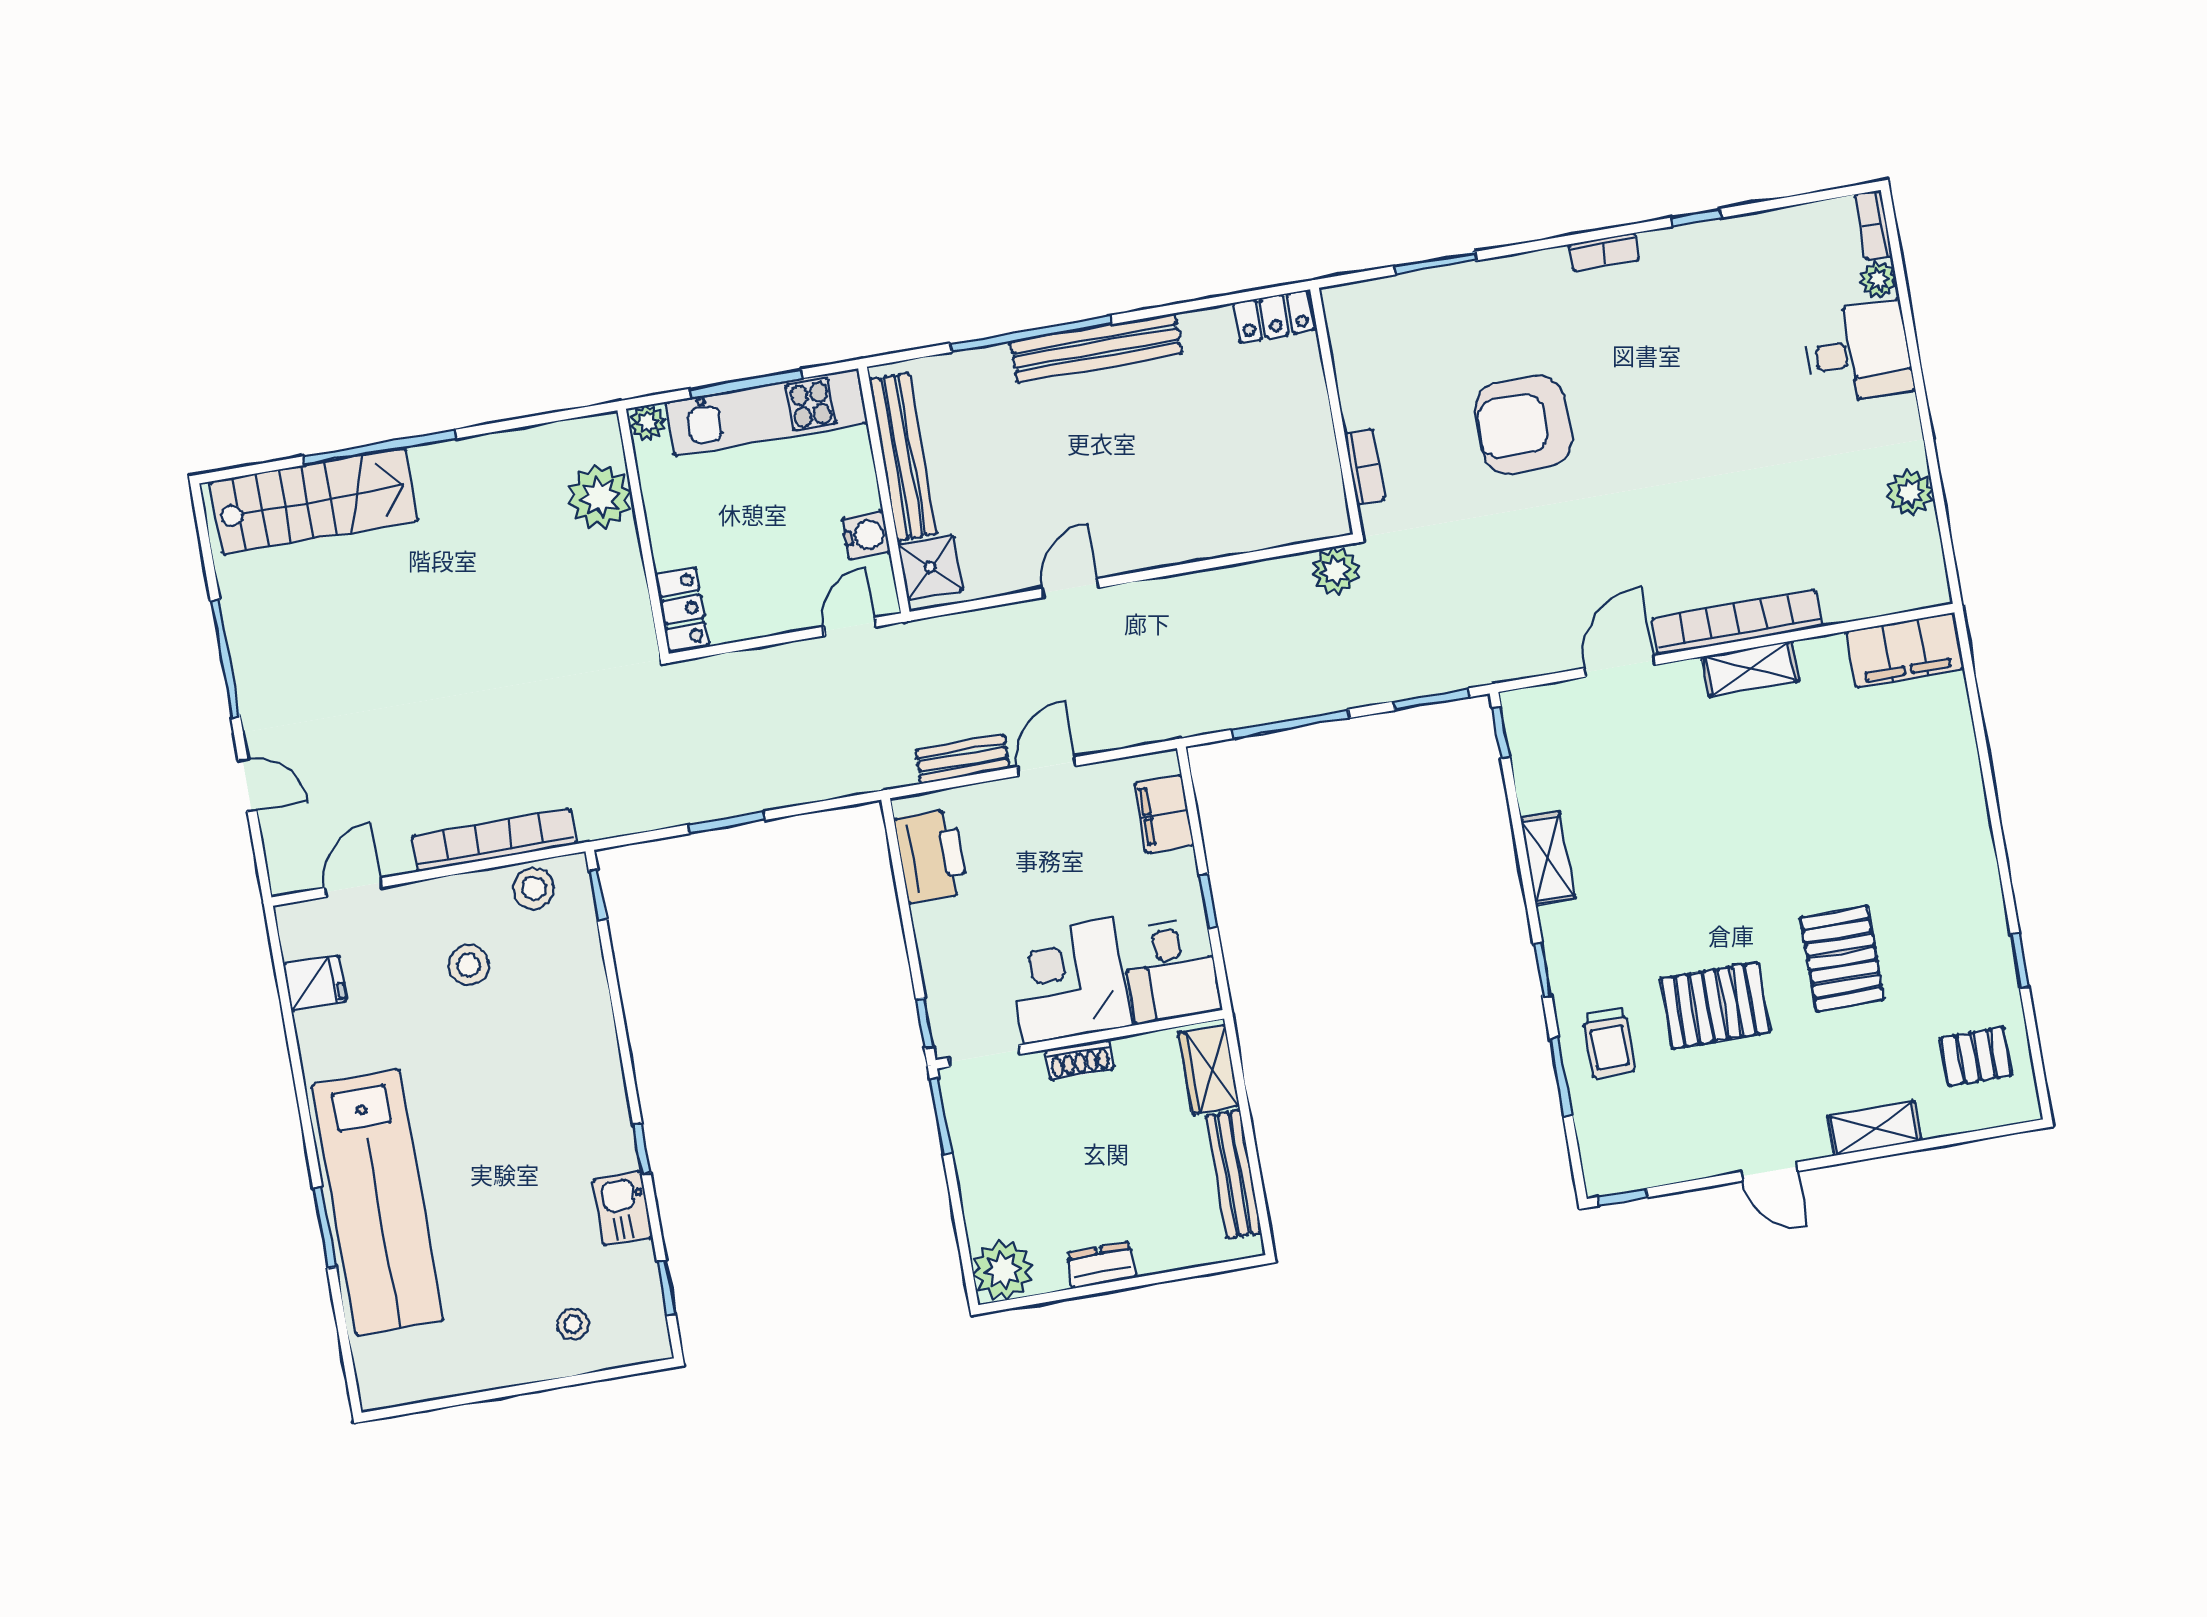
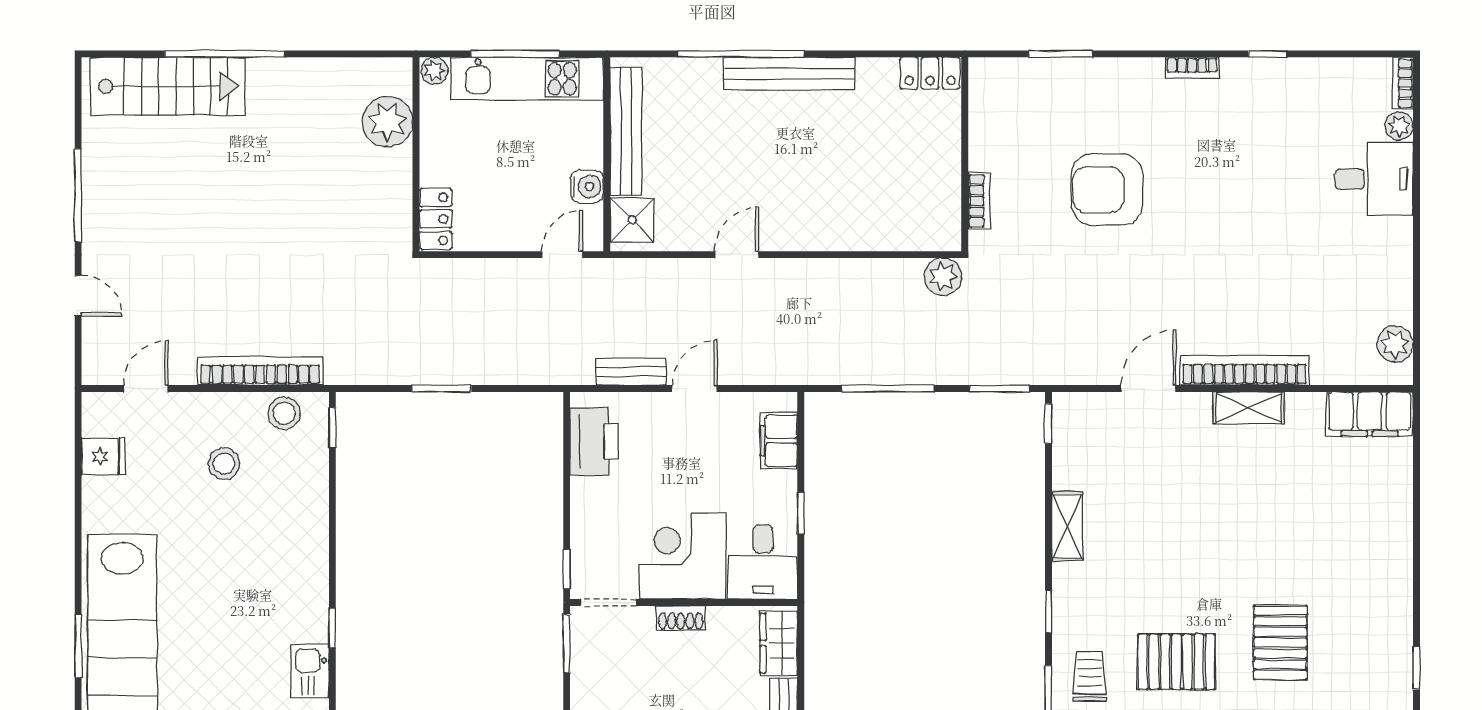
plant: (1910, 493) -> (1395, 344), moved
trolley: (1609, 1043) -> (1090, 676), turned 180

